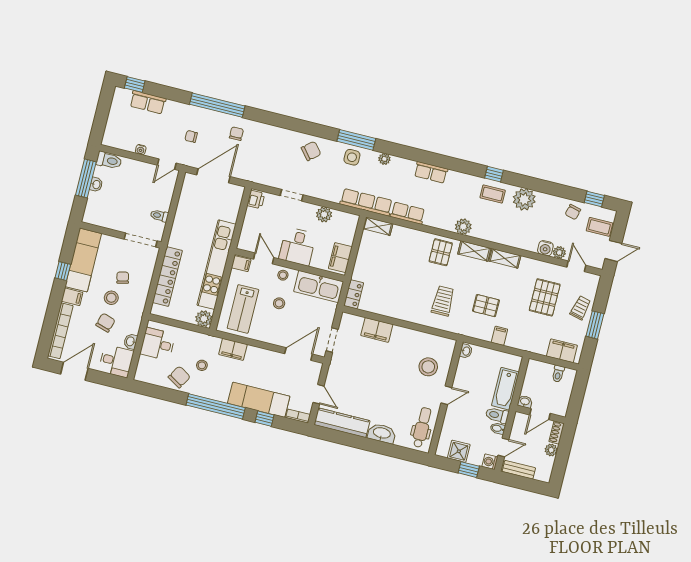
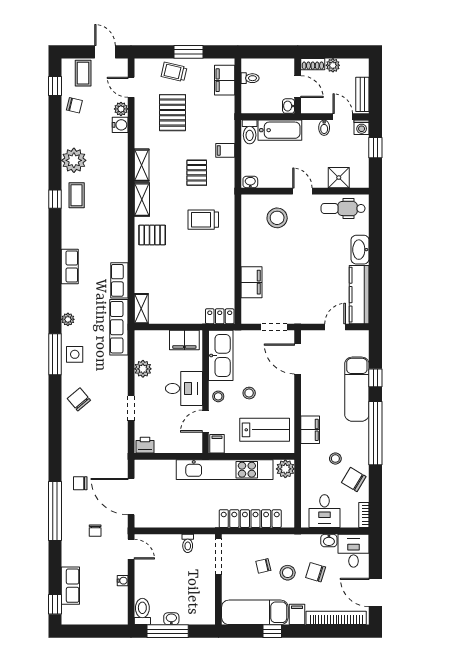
plant: (463, 227) -> (119, 218), removed
door: (576, 266) -> (131, 87), hinge flipped
pallet: (545, 297) -> (172, 113), turned 90
toilet: (497, 415) -> (250, 132), moved
bookcase: (298, 416) -> (364, 515), moved
shower: (459, 451) -> (339, 178), moved

